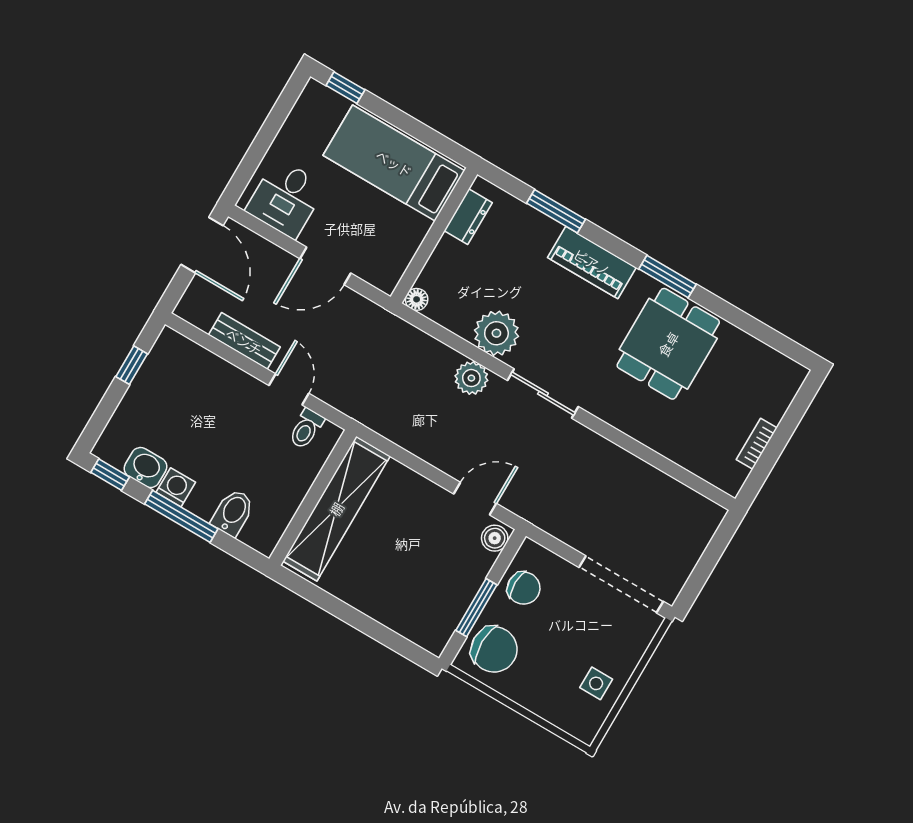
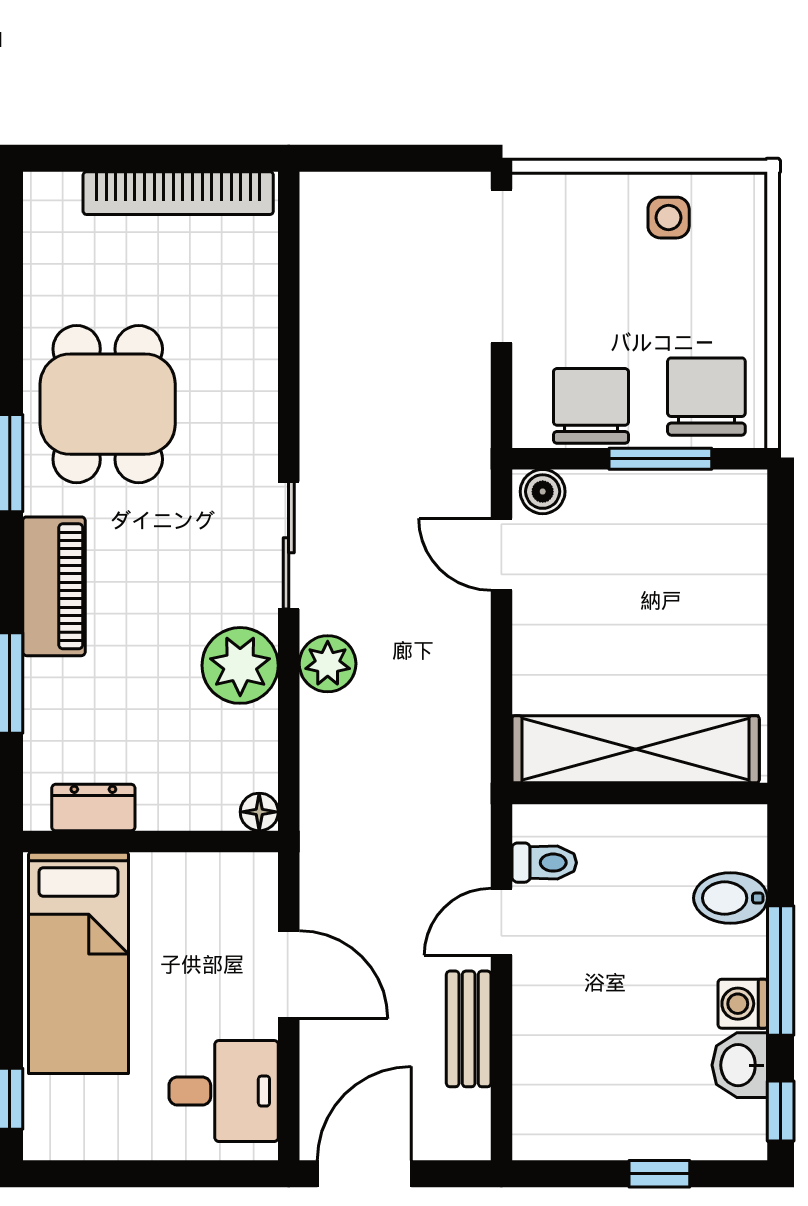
dining table: (668, 344) -> (108, 404), turned 90
window: (132, 365) -> (659, 1174), moved
bookcase: (757, 444) -> (178, 193), width x2.31, depth x1.31
chair: (524, 588) -> (591, 406), width x1.37, depth x1.37

